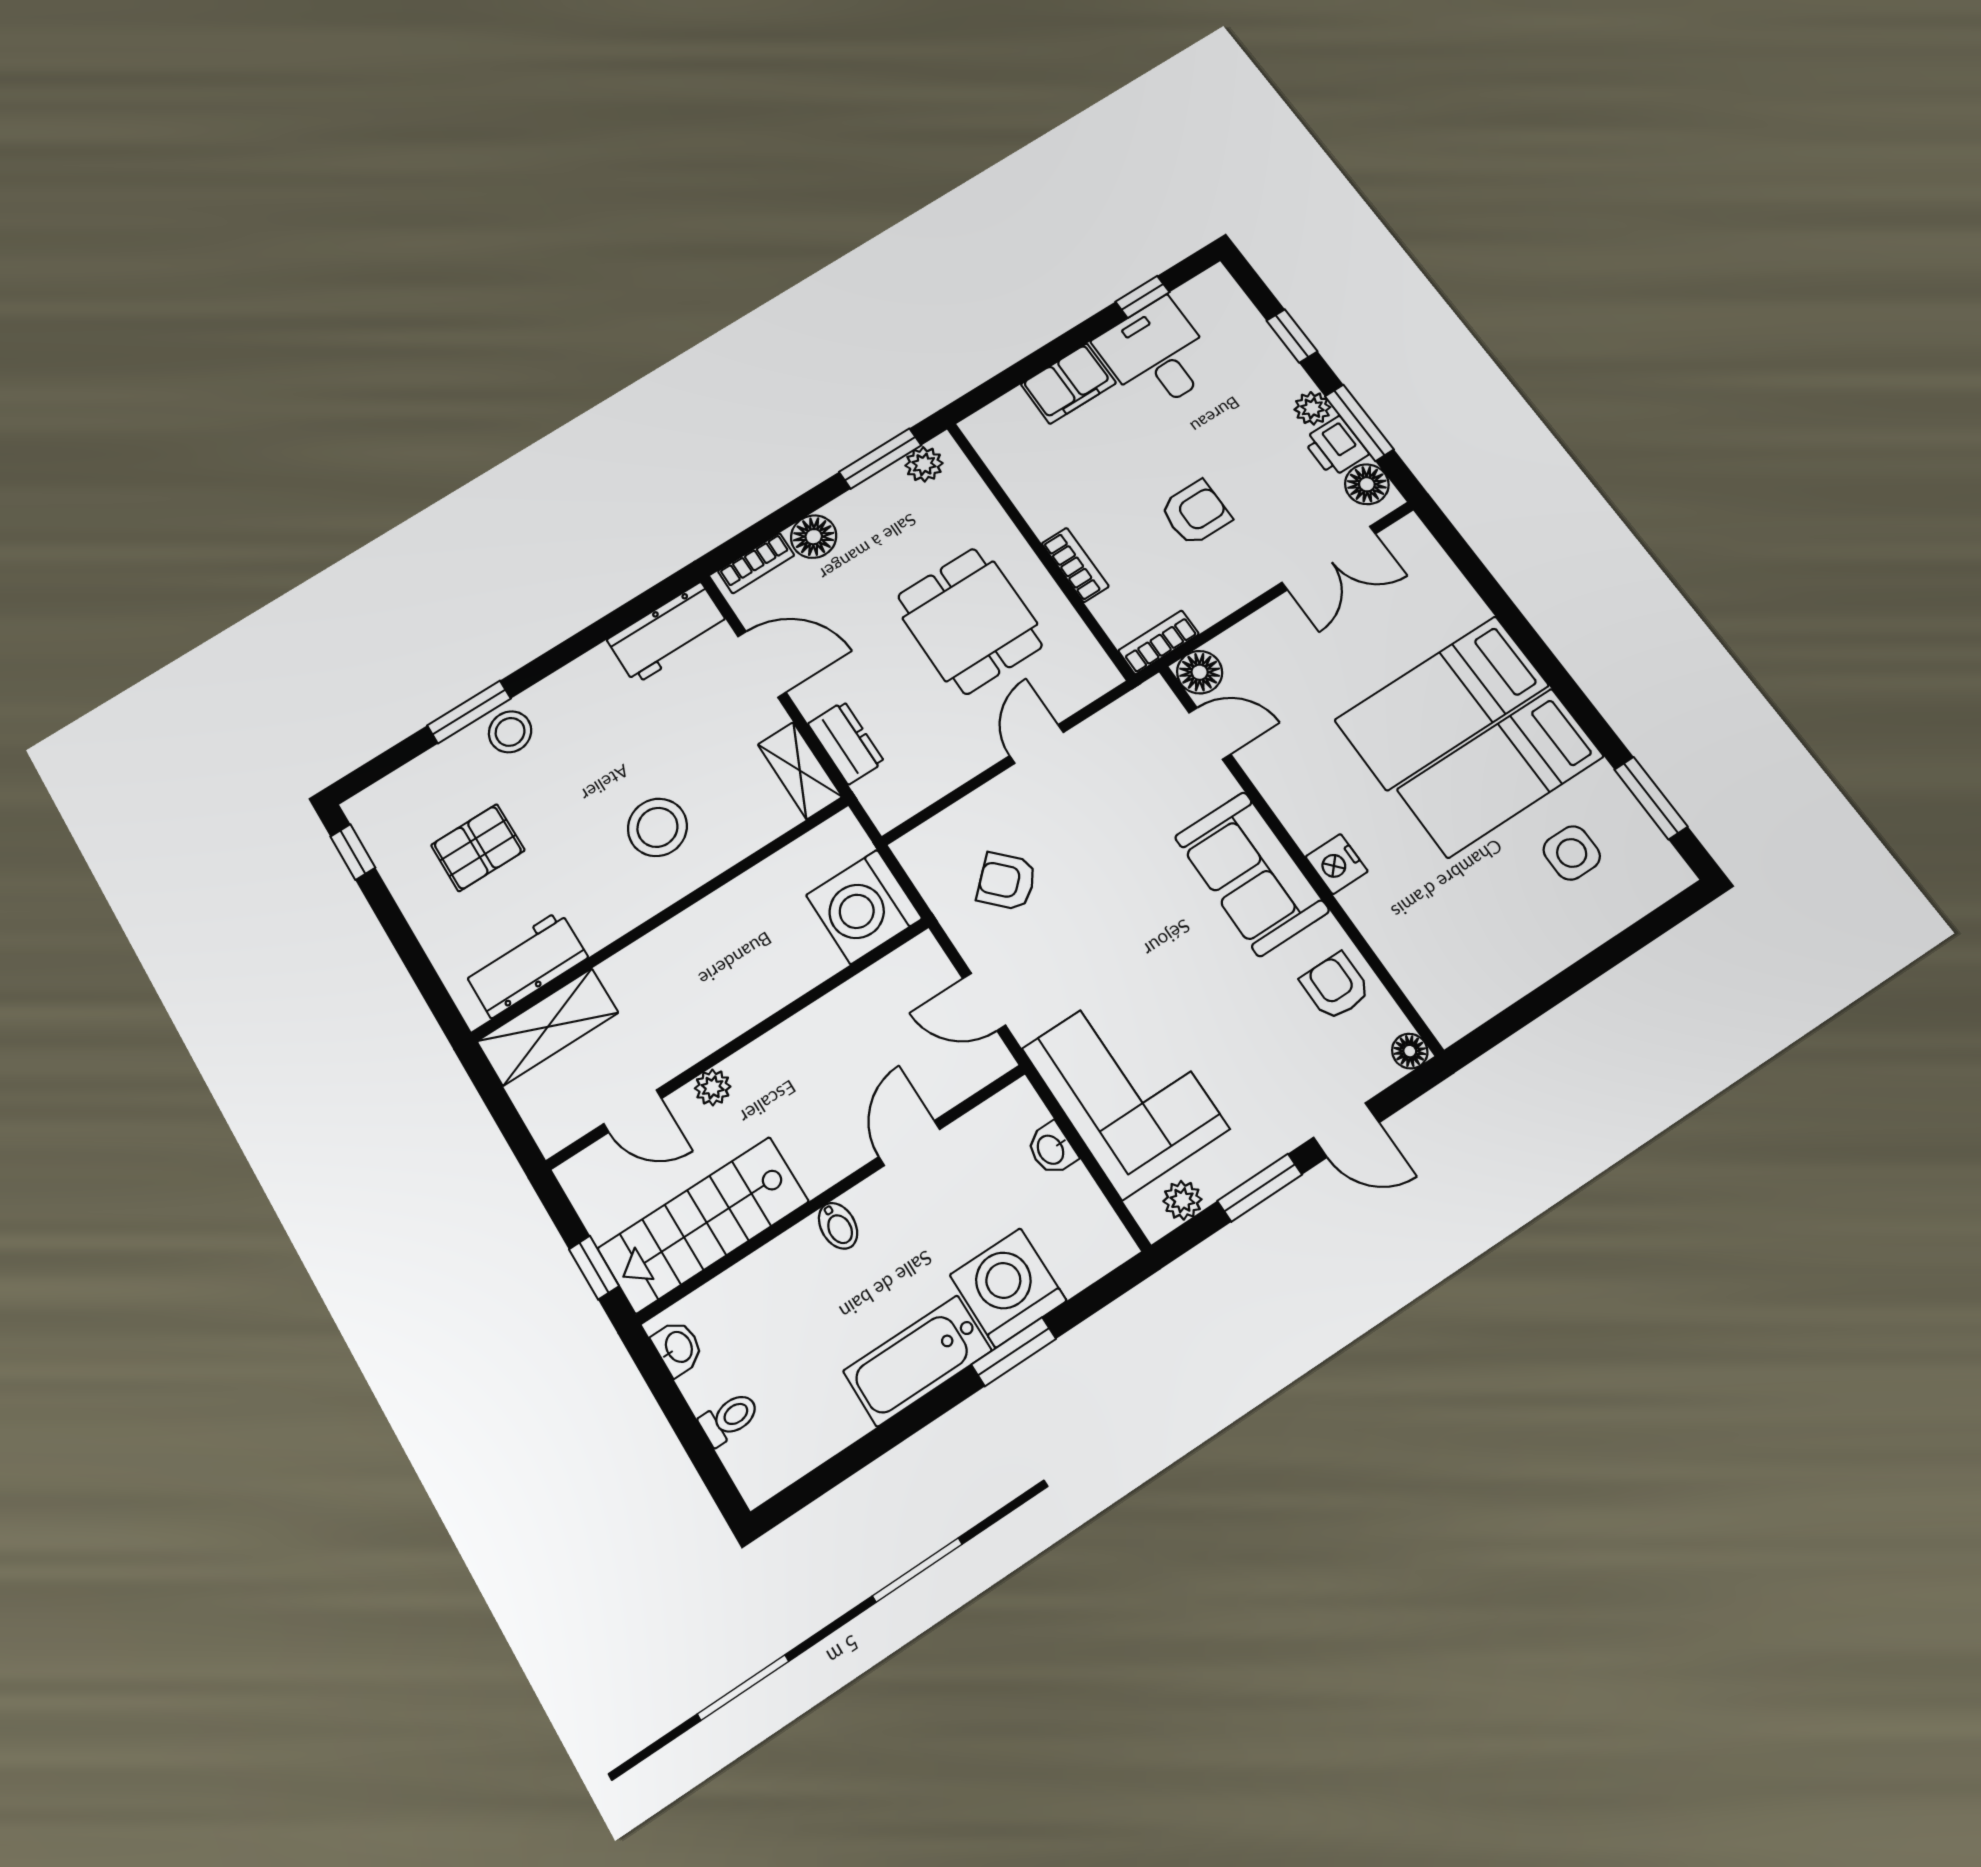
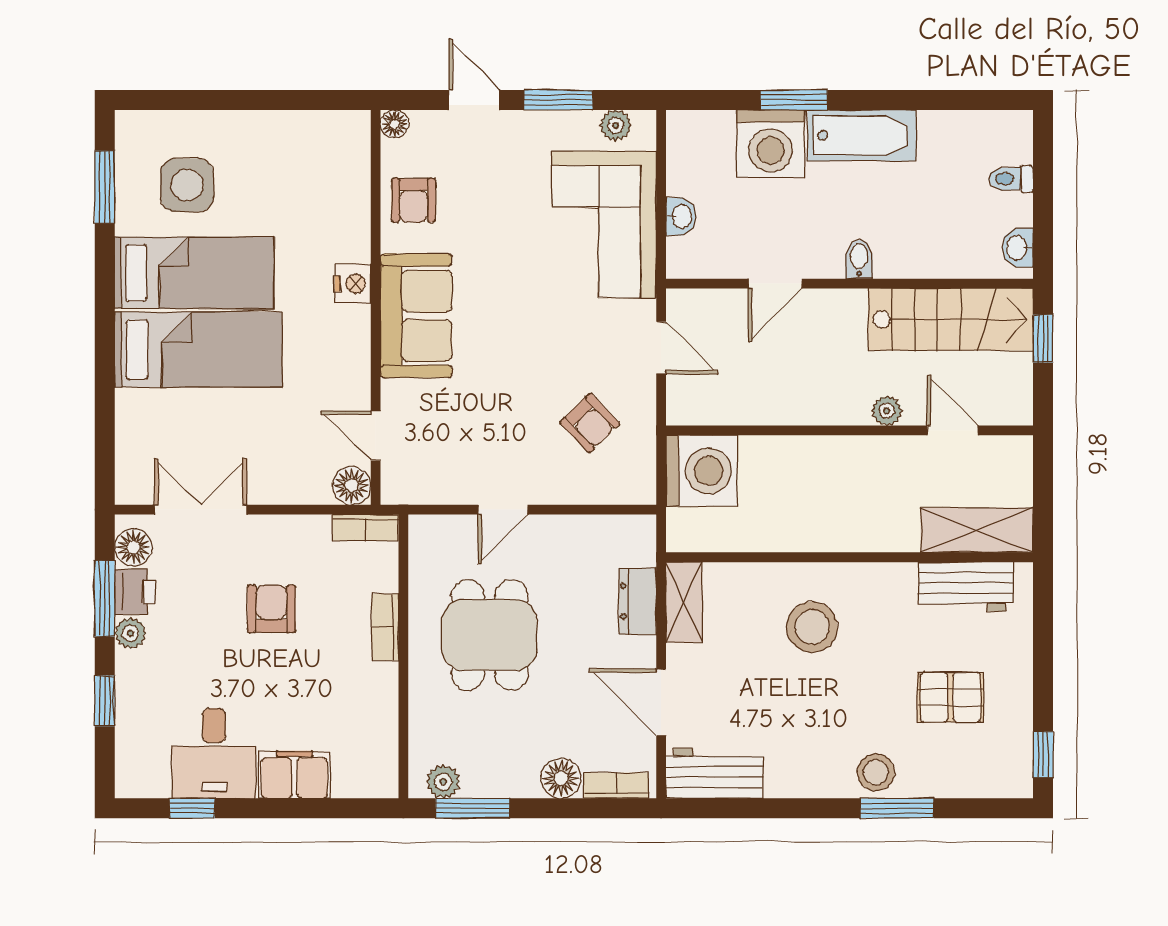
armchair: (1195, 513) -> (271, 609), turned 90
side table: (1572, 853) -> (187, 185), width x1.37, depth x1.37

